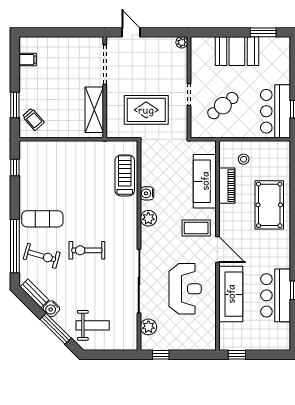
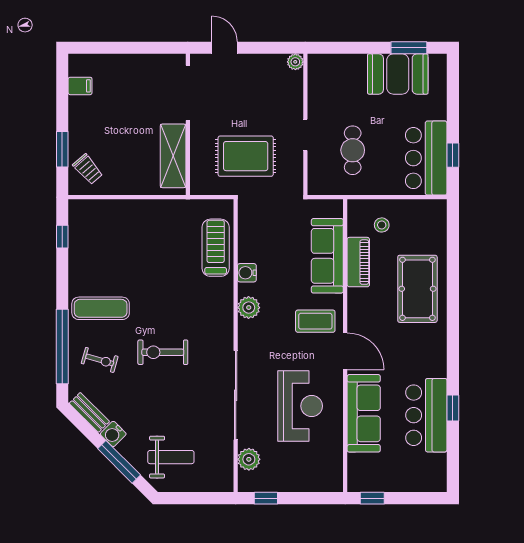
booth: (237, 51) -> (398, 74), moved
cafe table: (223, 106) -> (353, 150), turned -51
exercise bike: (42, 256) -> (100, 360), width x0.73, depth x0.72

